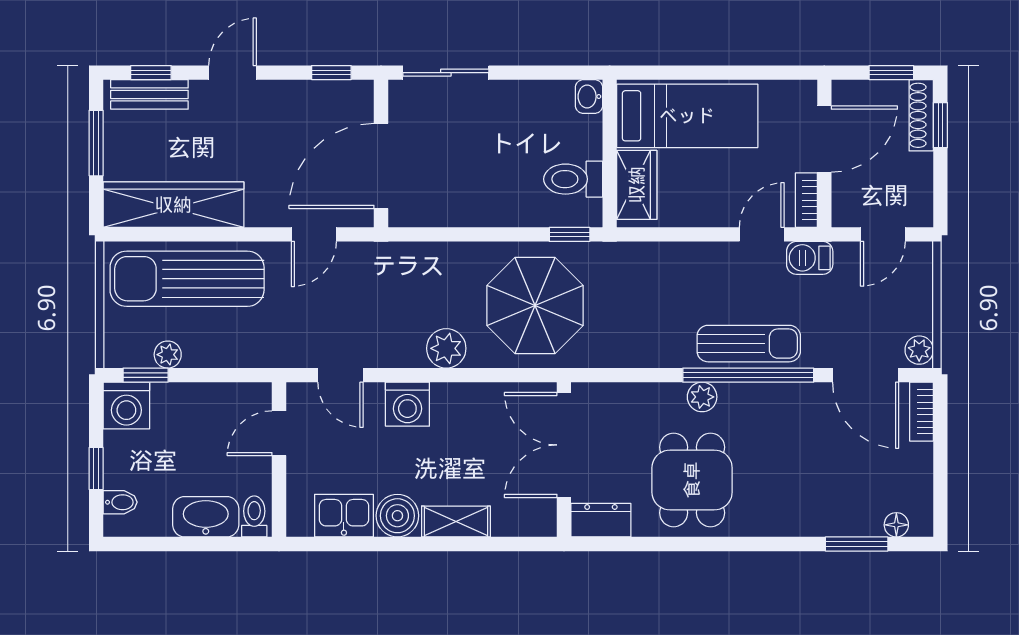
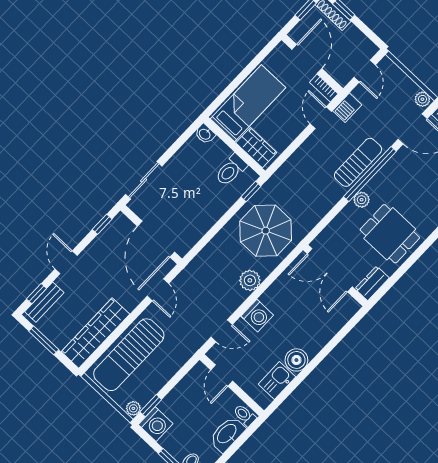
plant: (168, 355) -> (133, 408), moved
shelving: (456, 521) -> (320, 340), removed

